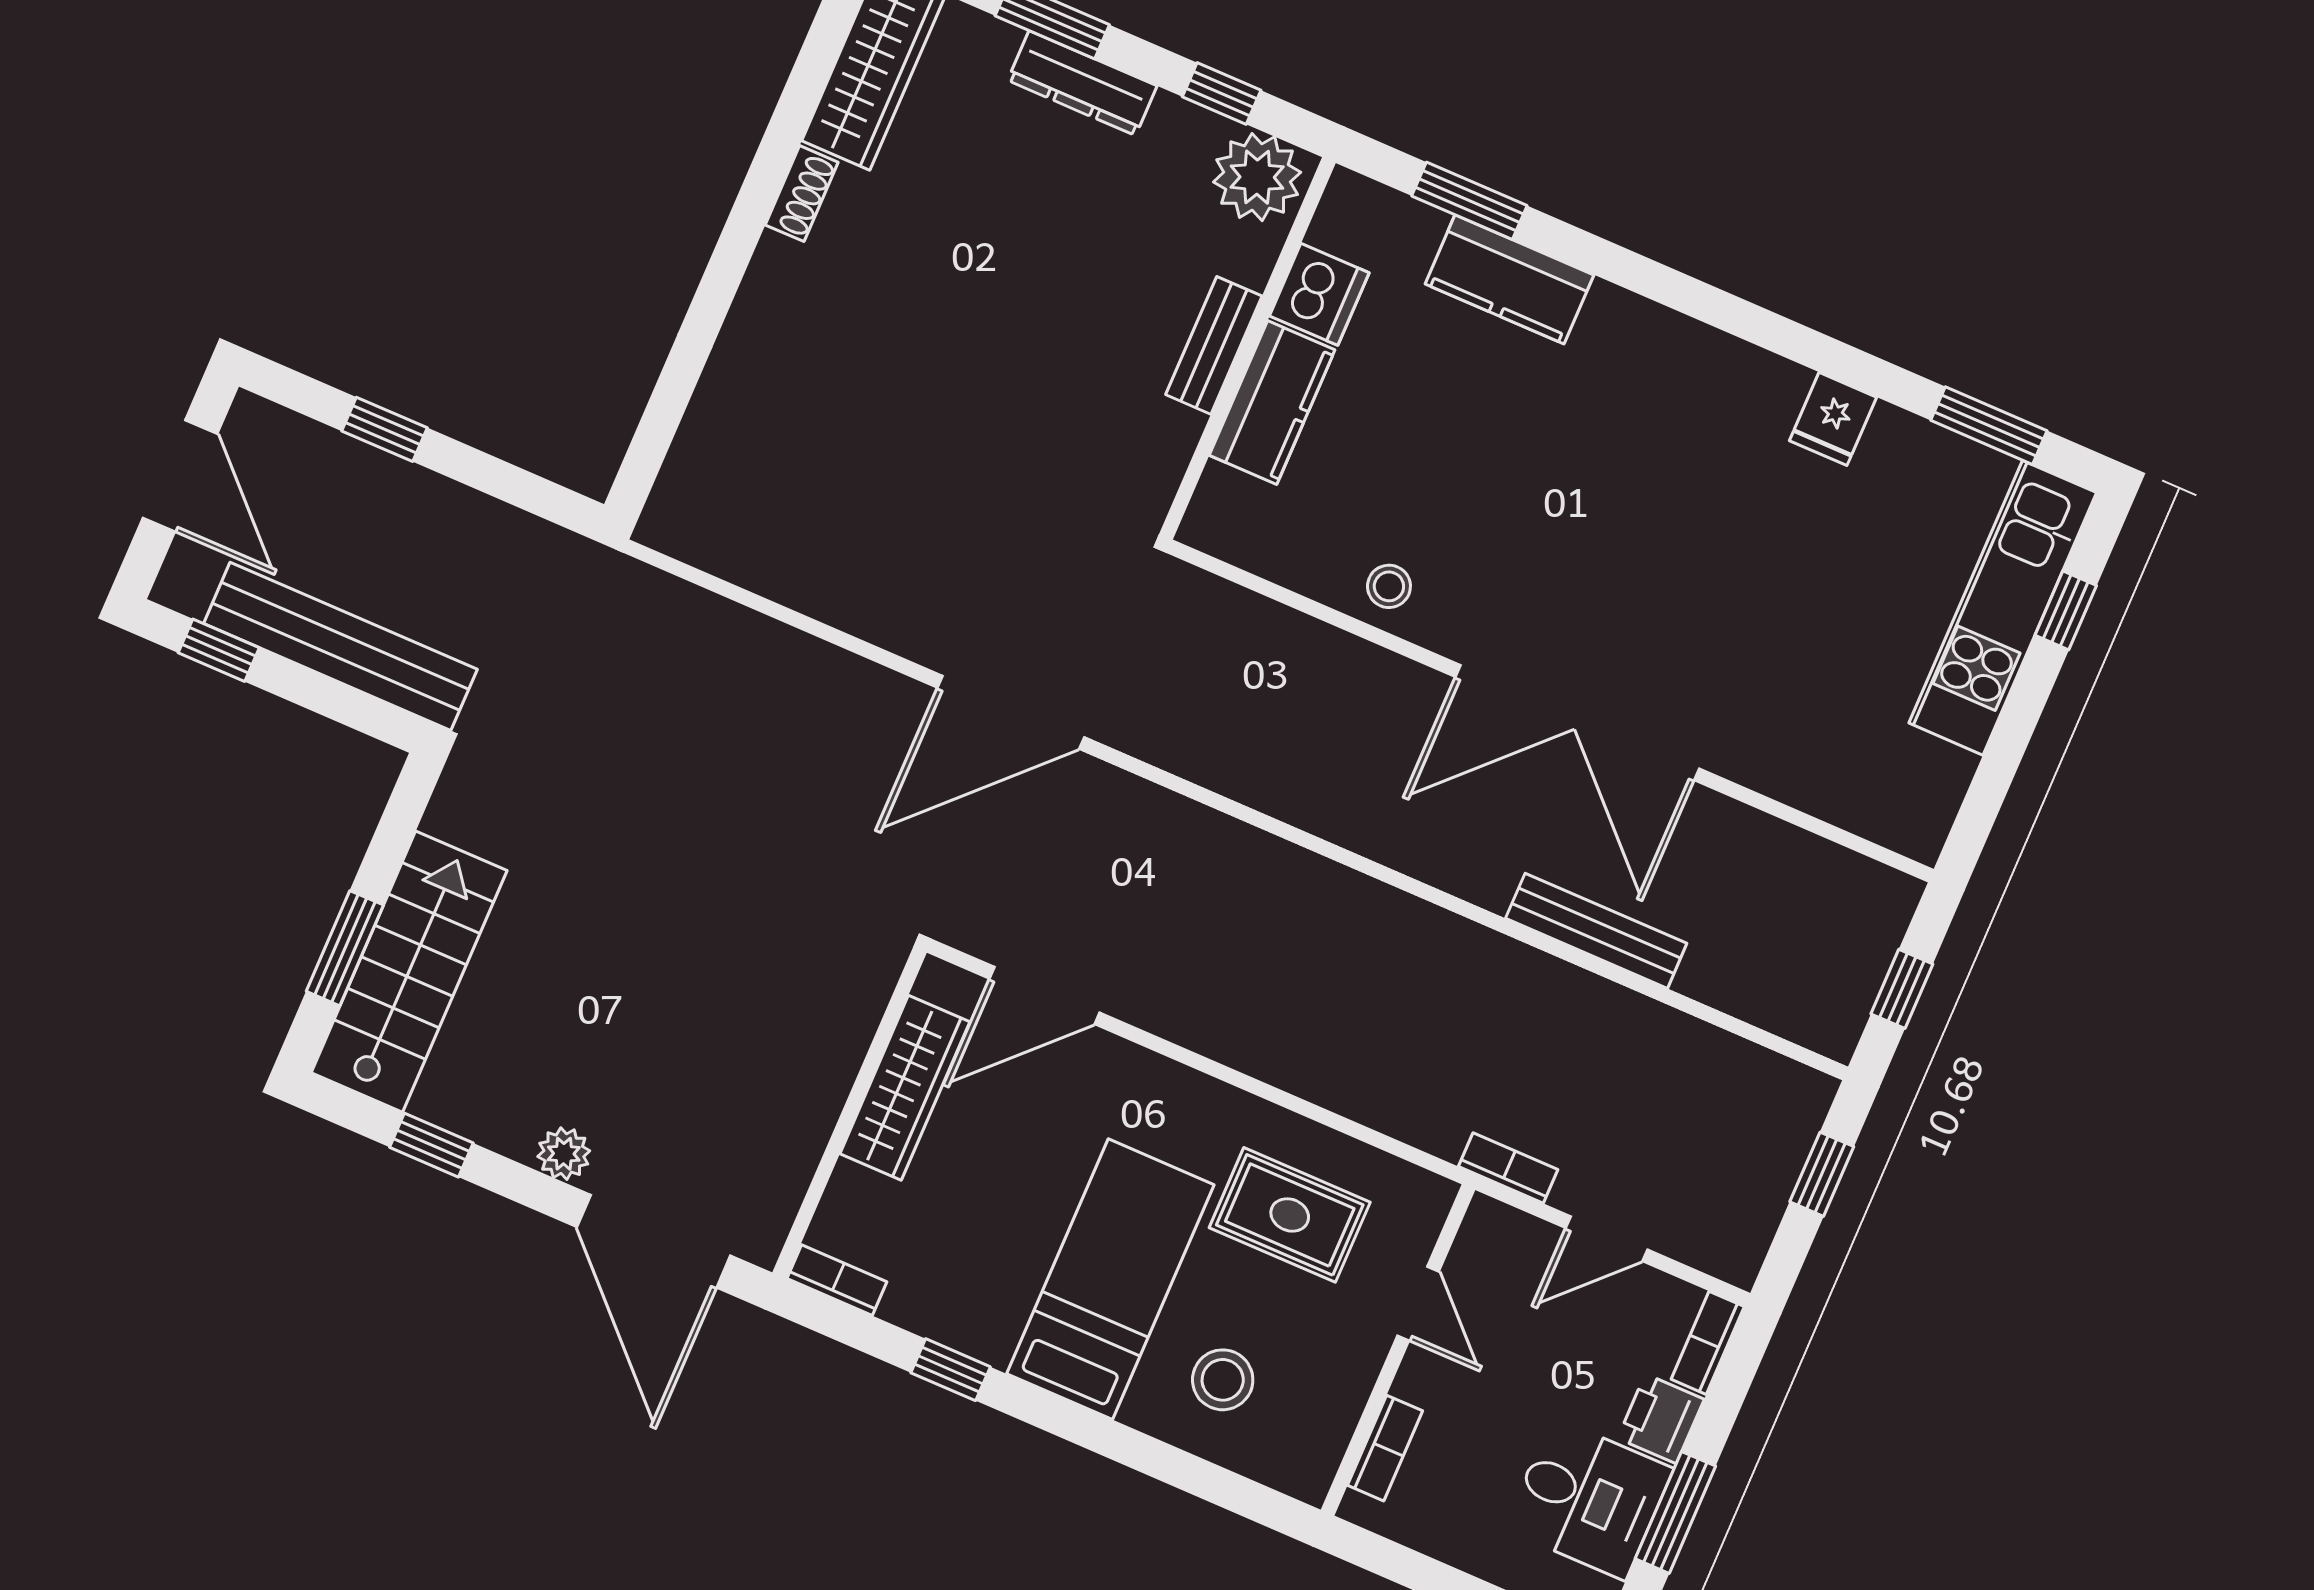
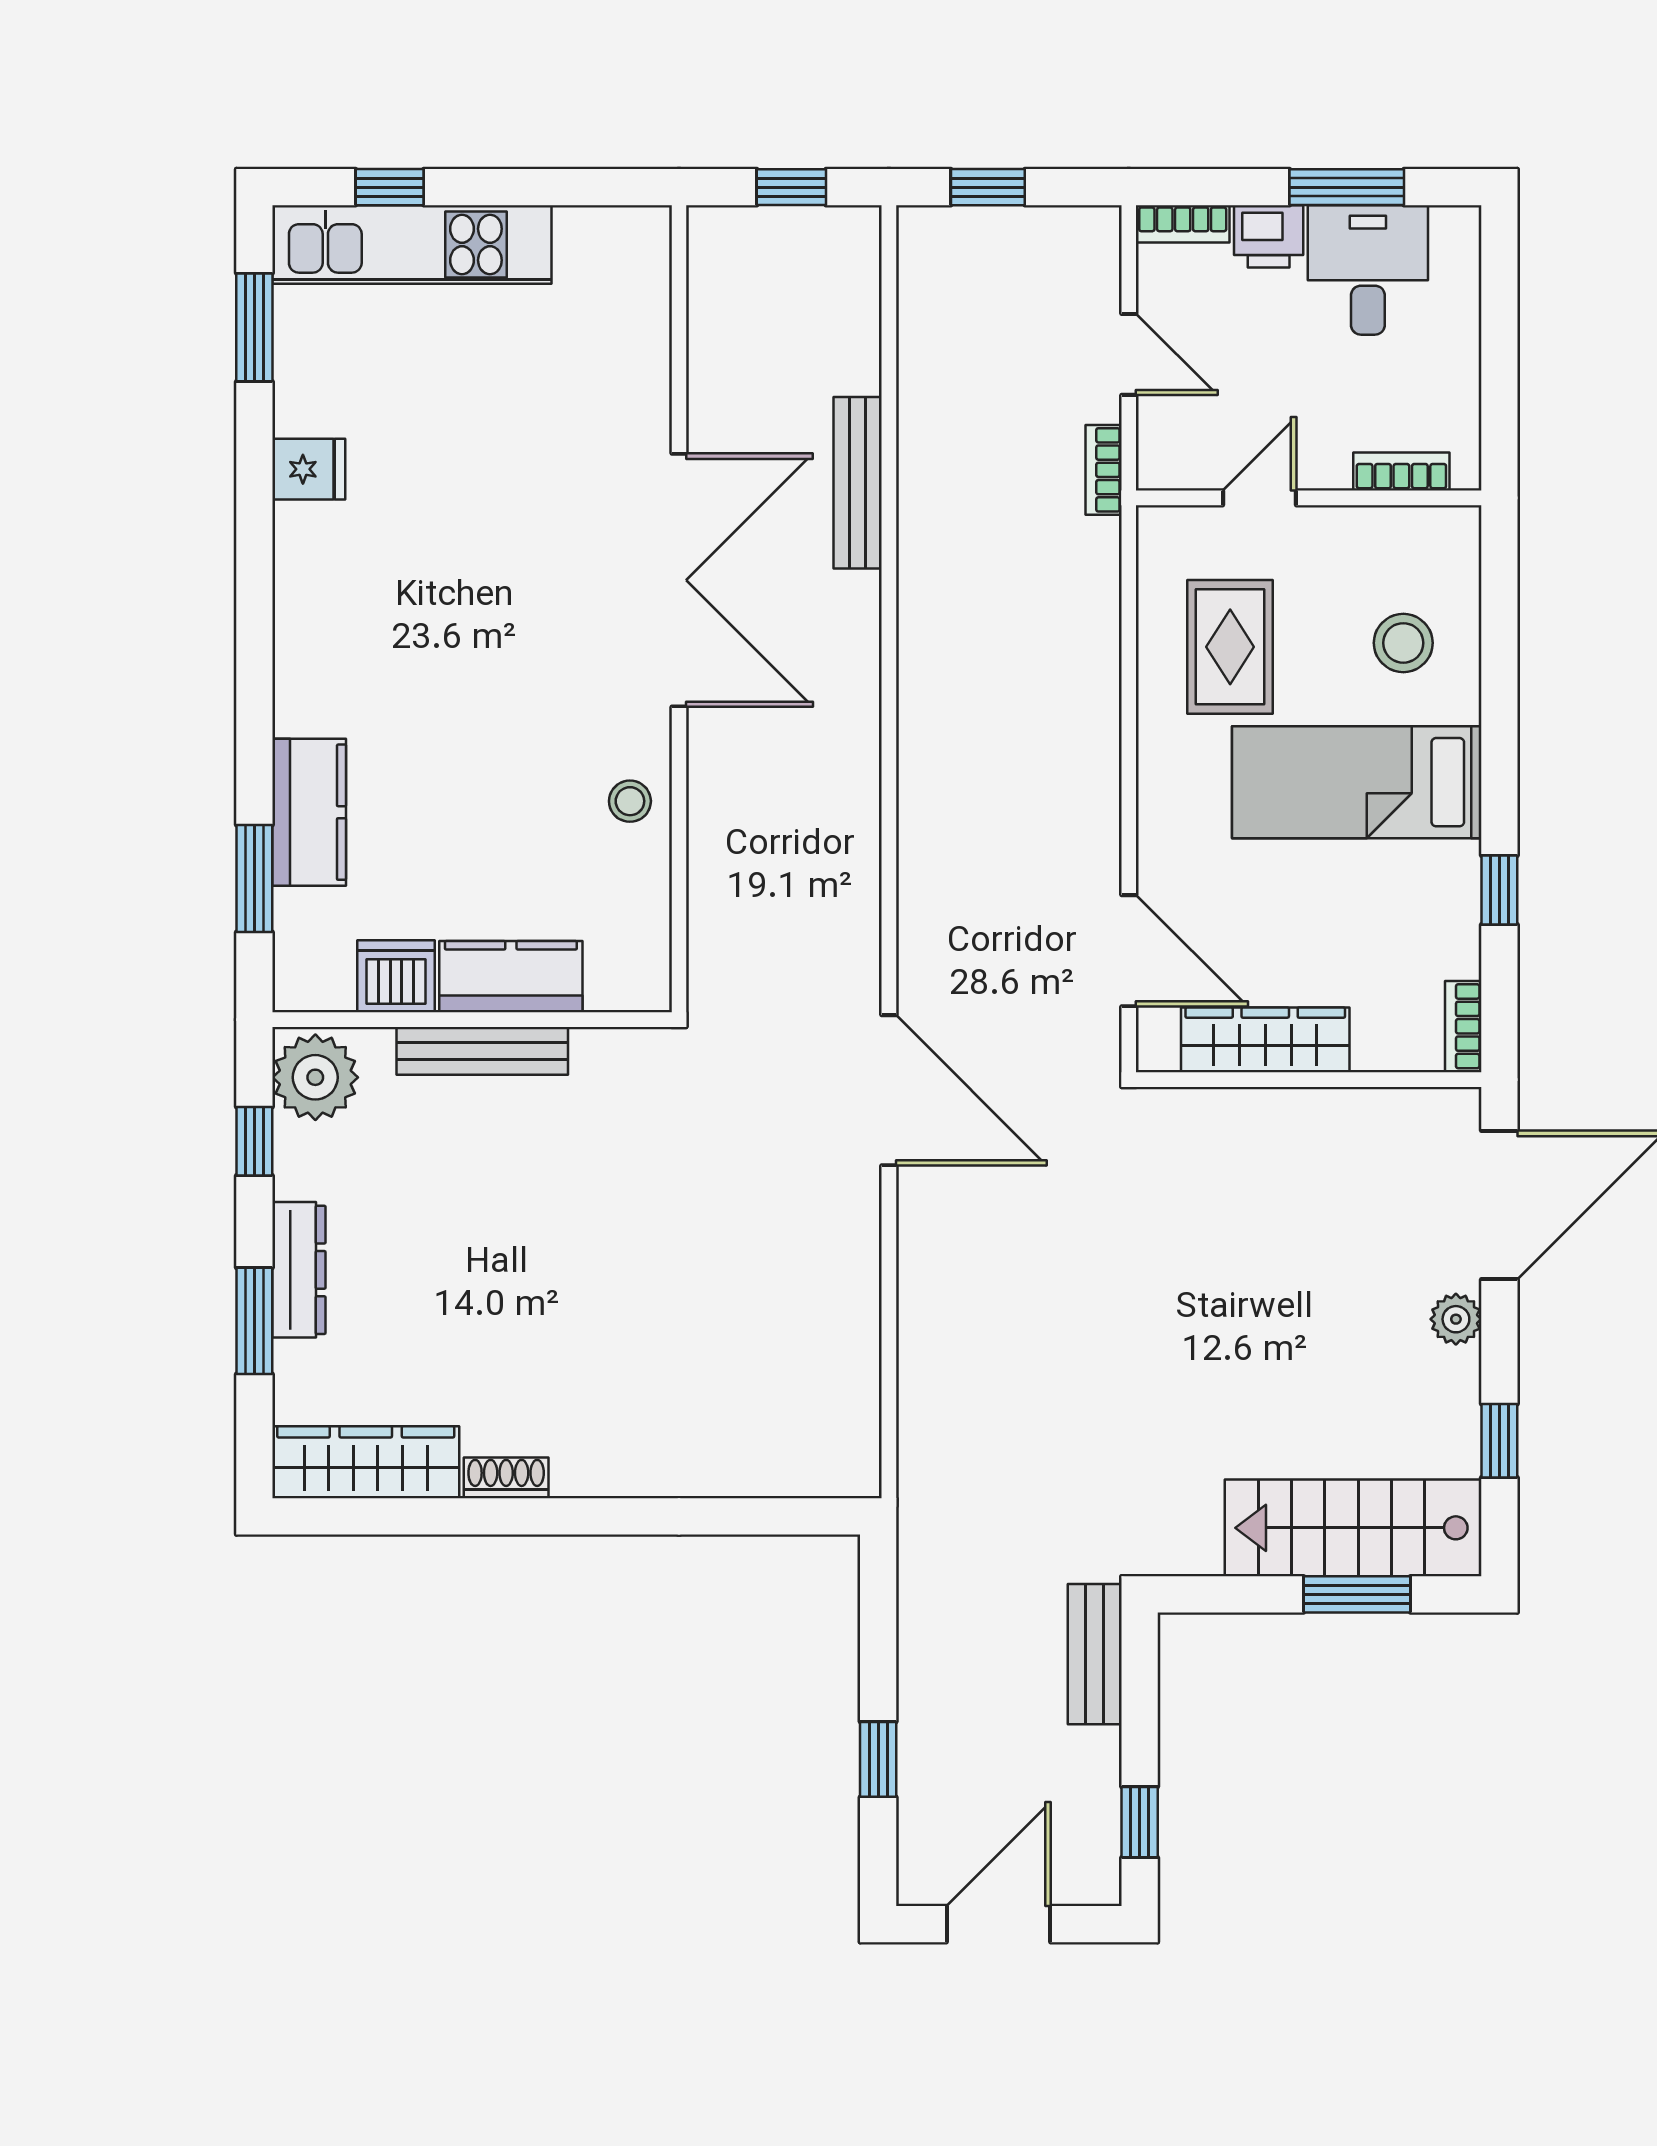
bench: (1214, 345) -> (482, 1051), width x1.36
bench: (340, 646) -> (1095, 1654), width x0.54, depth x0.82

